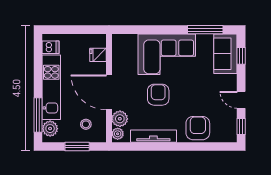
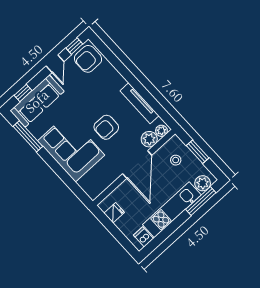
sofa: (225, 54) -> (37, 101), width x1.36
fridge: (98, 55) -> (114, 213), moved, turned -90
armchair: (198, 128) -> (88, 59), moved

